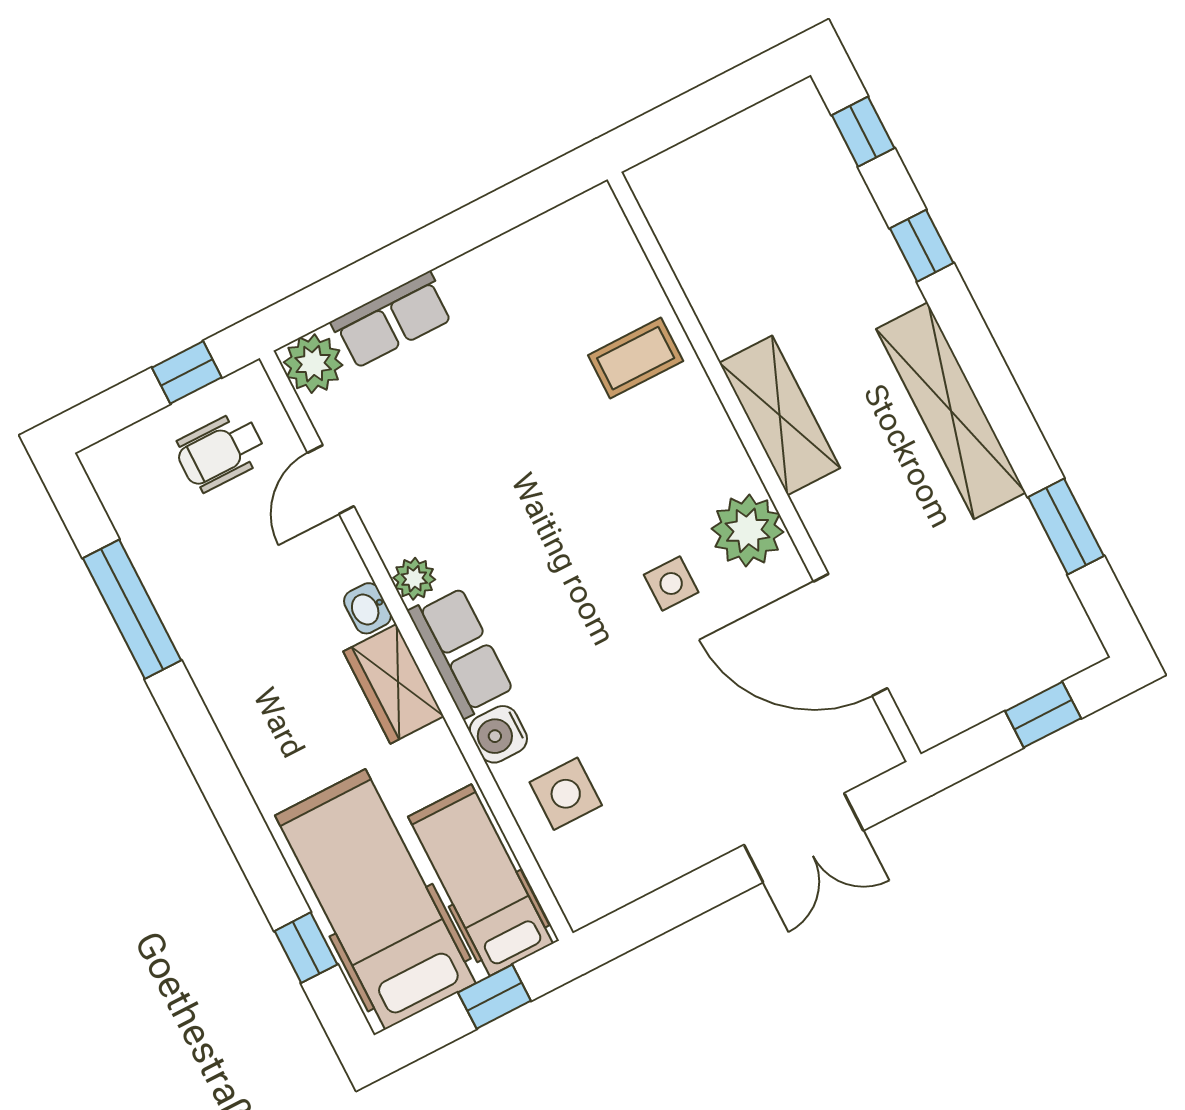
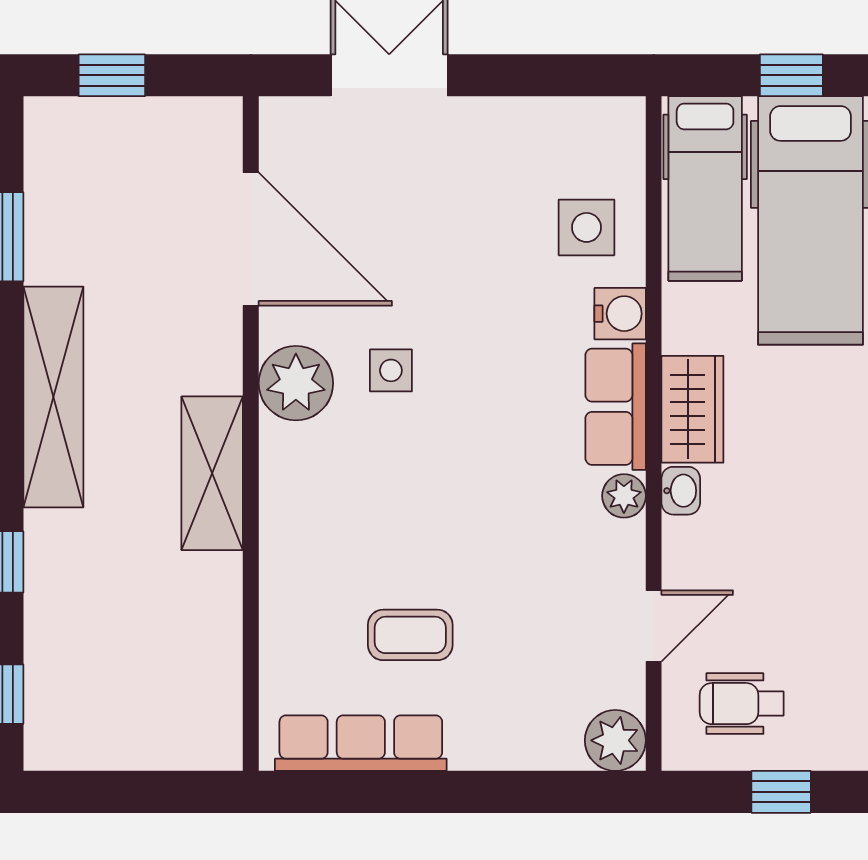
row of seats: (392, 320) -> (361, 743), moved, width x1.48
coffee table: (636, 358) -> (410, 635), moved
window: (187, 372) -> (781, 792), moved
wheelchair: (220, 451) -> (742, 704), turned 180
window: (494, 997) -> (791, 75), moved

